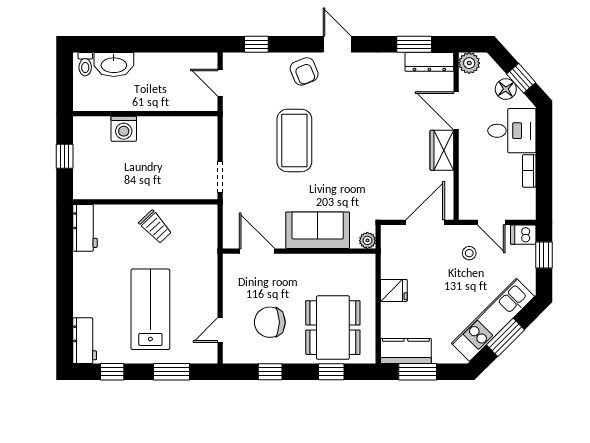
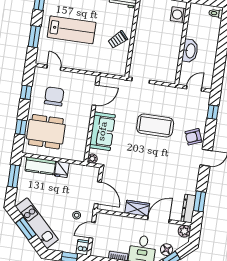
washbasin: (114, 65) -> (190, 51), moved, turned 180
washing machine: (124, 129) -> (178, 15), moved
kitchen counter: (406, 351) -> (40, 166), moved, turned 90

